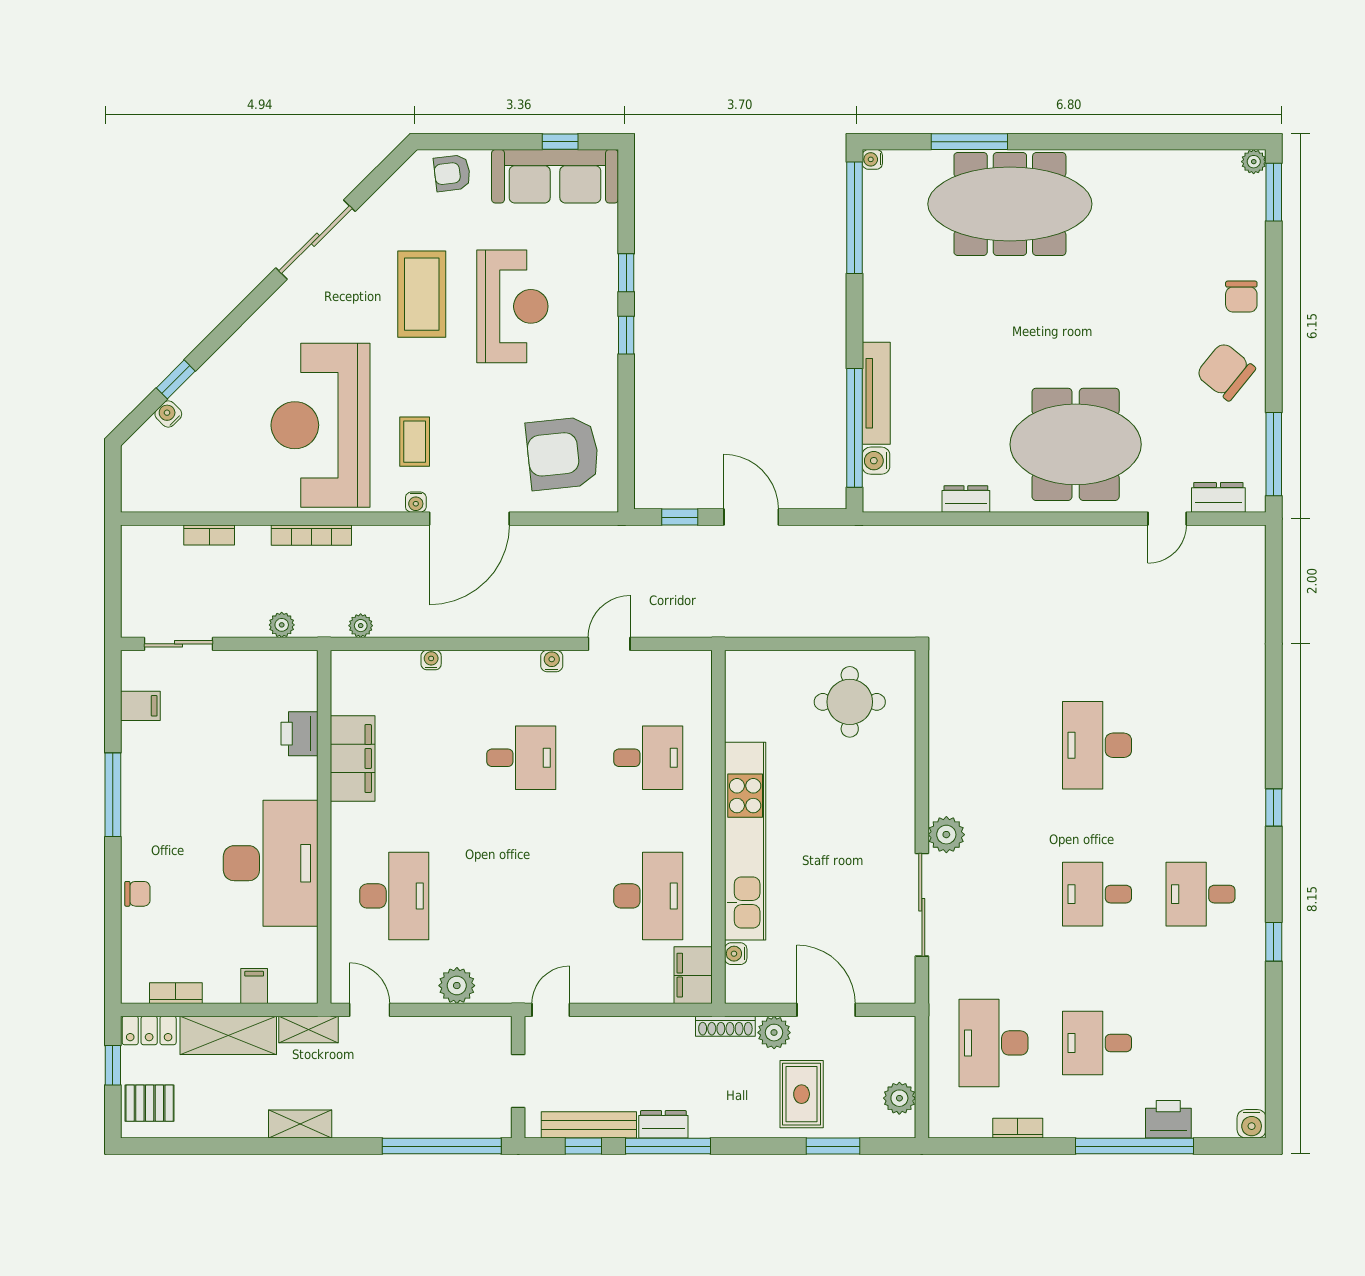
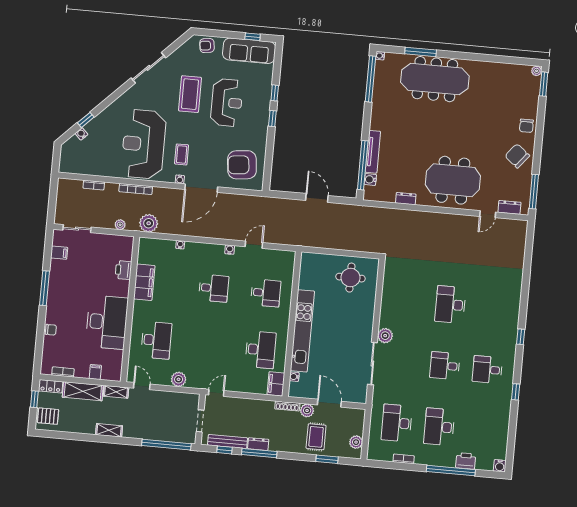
window: (680, 517) -> (288, 195), removed
plant: (361, 626) -> (149, 223), width x1.87, depth x1.87
desk: (1097, 1043) -> (439, 427), width x1.37

